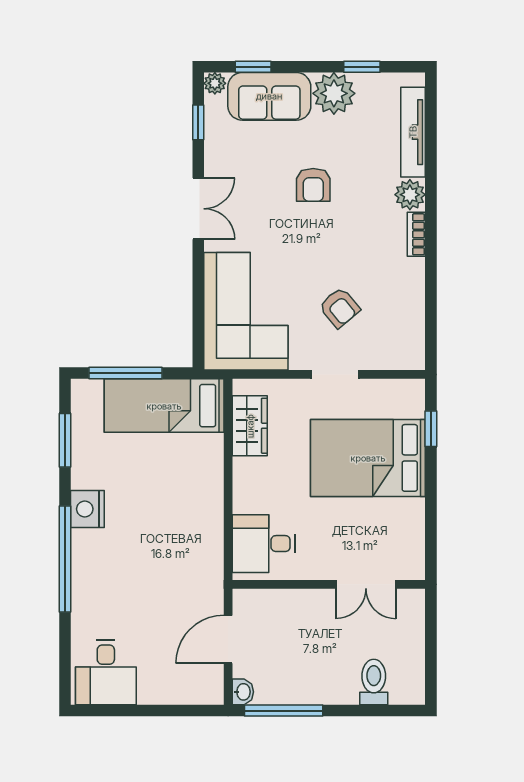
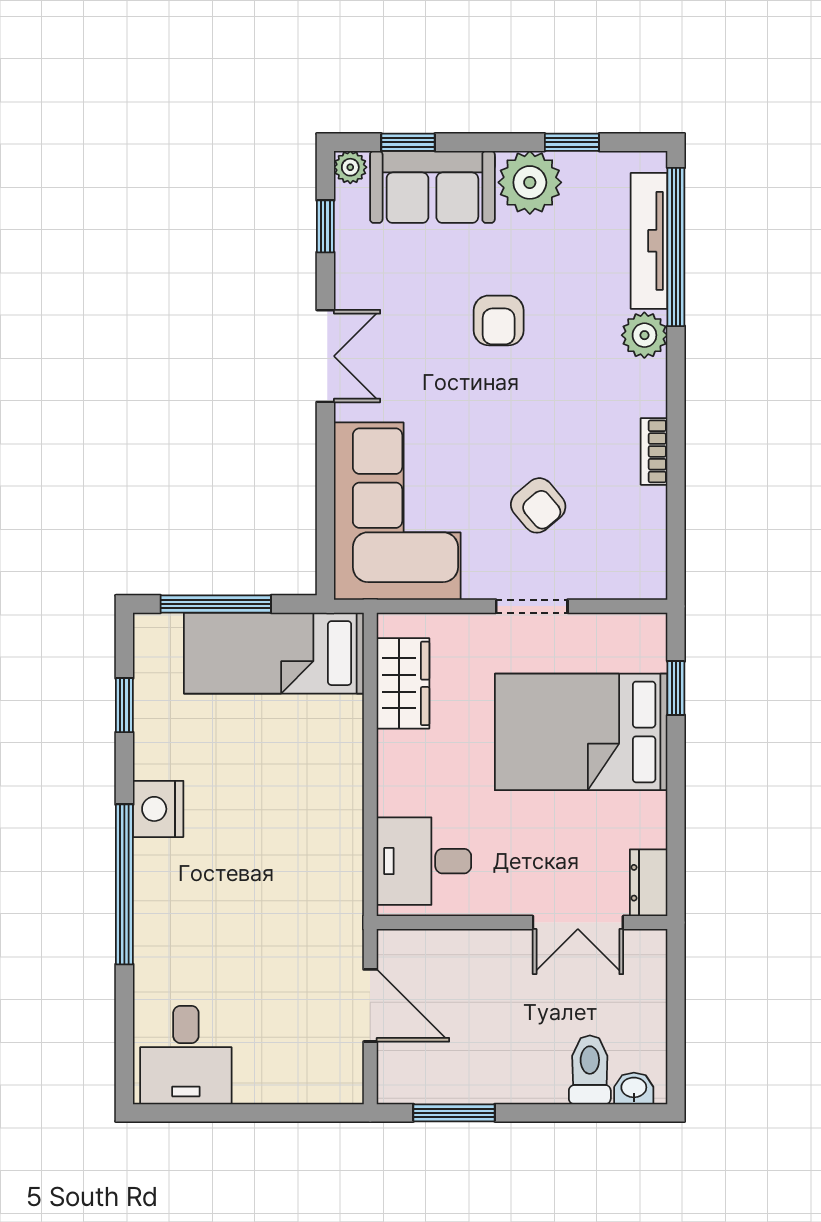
window: (431, 136) -> (676, 247), added
bookcase: (416, 234) -> (654, 451), moved
window: (65, 440) -> (124, 705), width x0.67
dresser: (413, 558) -> (649, 883), added
door: (228, 639) -> (370, 1005), swing flipped
washbasin: (243, 692) -> (634, 1088), moved, turned -90
window: (284, 711) -> (454, 1113), width x0.69

